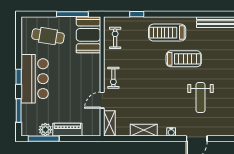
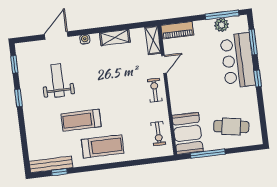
window: (137, 14) -> (59, 172), moved
bar counter: (35, 79) -> (238, 61), moved
piano: (67, 130) -> (177, 30), moved

